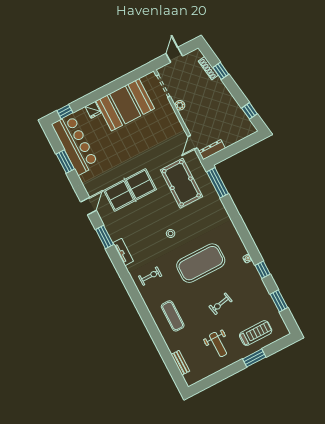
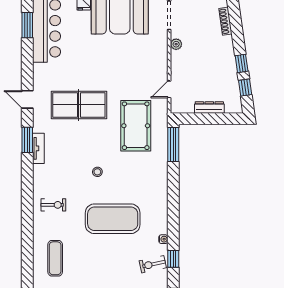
window: (221, 71) -> (242, 63), moved
dresser: (212, 150) -> (209, 107), moved
window: (65, 161) -> (27, 25), moved
door: (89, 206) -> (27, 99), swing flipped
tv unit: (123, 252) -> (38, 148), moved
exercise bike: (221, 304) -> (153, 264), moved

